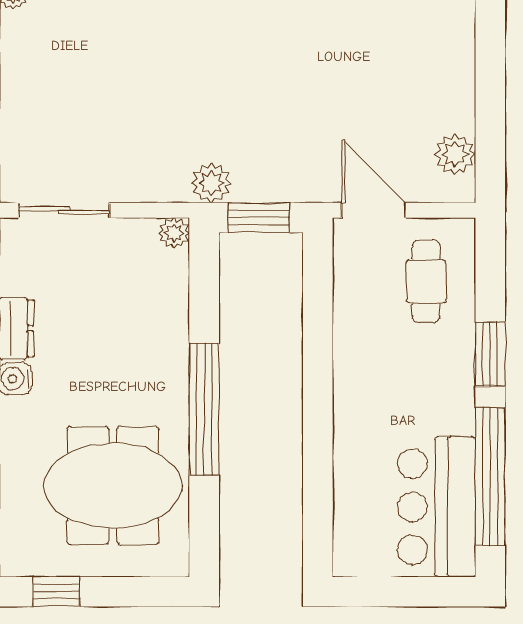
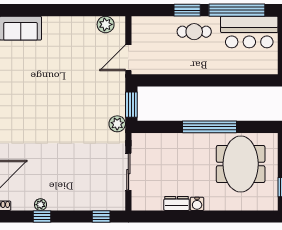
sliding door: (64, 210) -> (128, 172), moved
plant: (174, 233) -> (138, 139), removed
cafe table: (426, 281) -> (194, 32), moved

